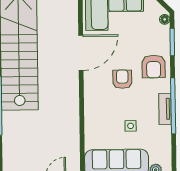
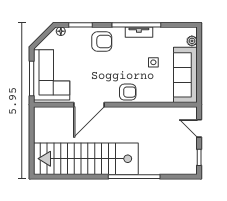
door: (81, 53) -> (89, 105), swing flipped
armchair: (122, 79) -> (128, 92), moved, turned 180

